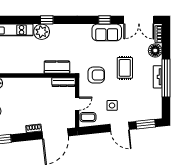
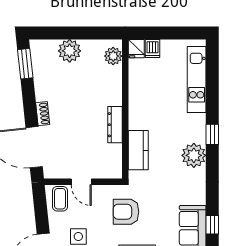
plant: (42, 32) -> (194, 155), moved
armchair: (96, 75) -> (126, 212), turned 90
dresser: (63, 82) -> (115, 125), moved

